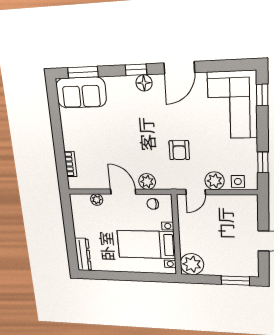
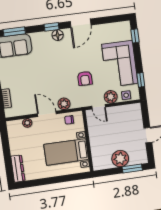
corner sofa: (232, 105) -> (120, 64), moved
door: (196, 192) -> (99, 107), hinge flipped
plant: (192, 264) -> (120, 159), moved

